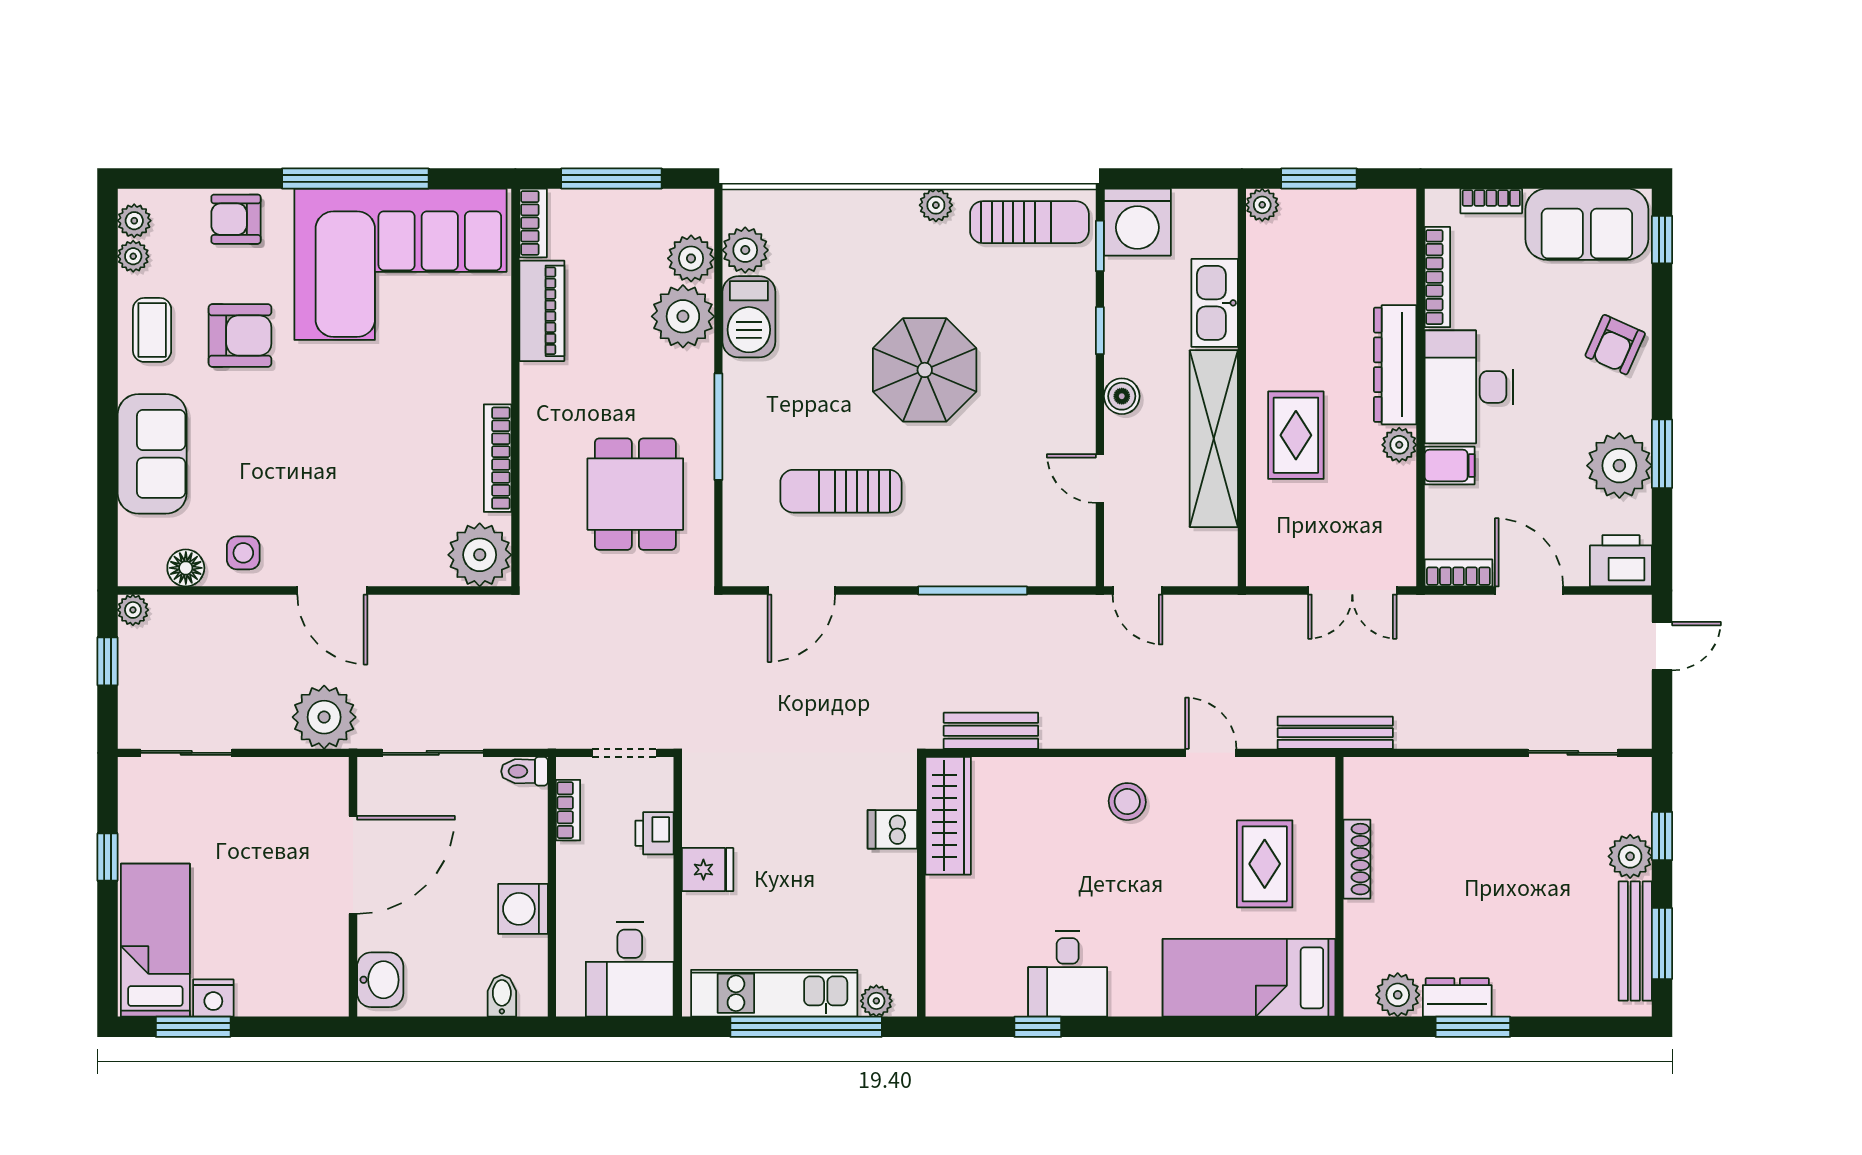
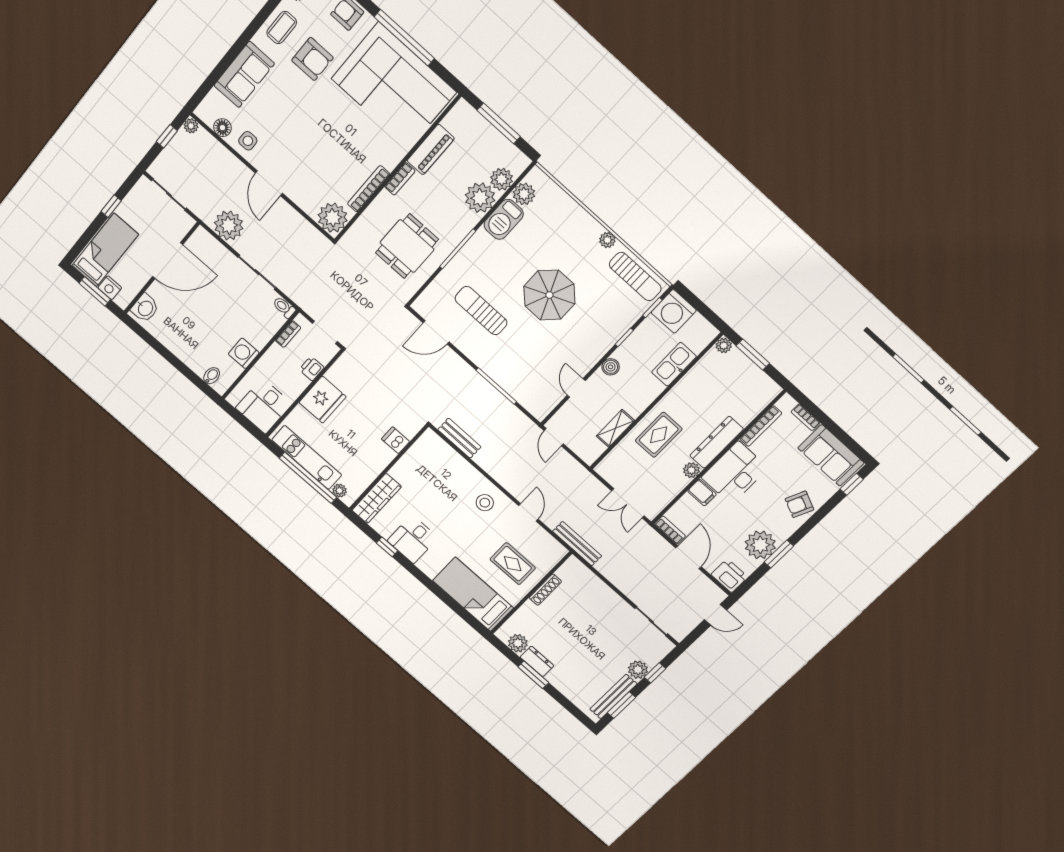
bookcase: (533, 223) -> (400, 179), moved
shelving: (1214, 439) -> (615, 428), width x0.45, depth x0.75
wardrobe: (948, 816) -> (377, 498), moved
rug: (1265, 864) -> (513, 564), turned 90
door: (353, 865) -> (168, 260), moved
fridge: (708, 870) -> (323, 400), width x1.88, depth x1.34
wall: (353, 887) -> (161, 268), moved
washbasin: (380, 980) -> (145, 308), moved

